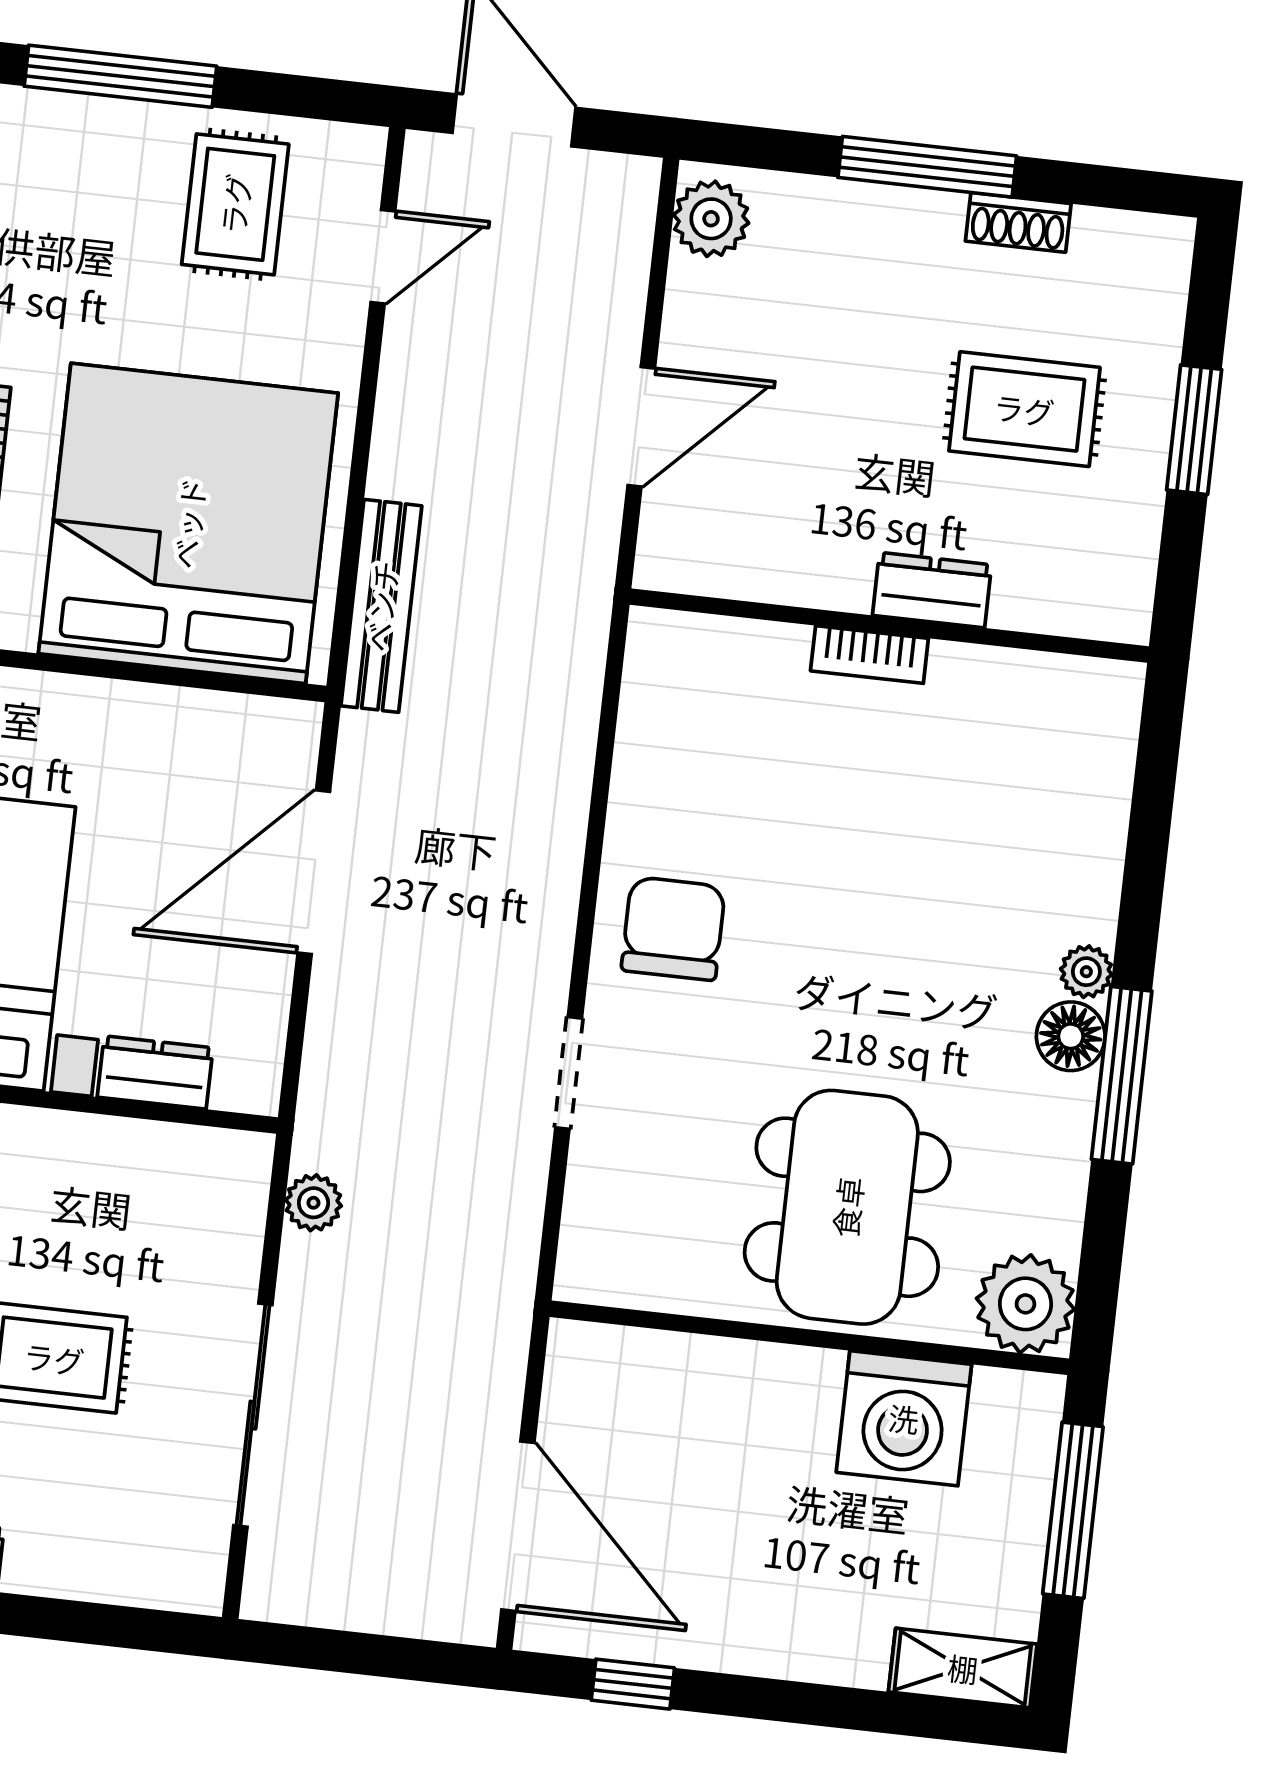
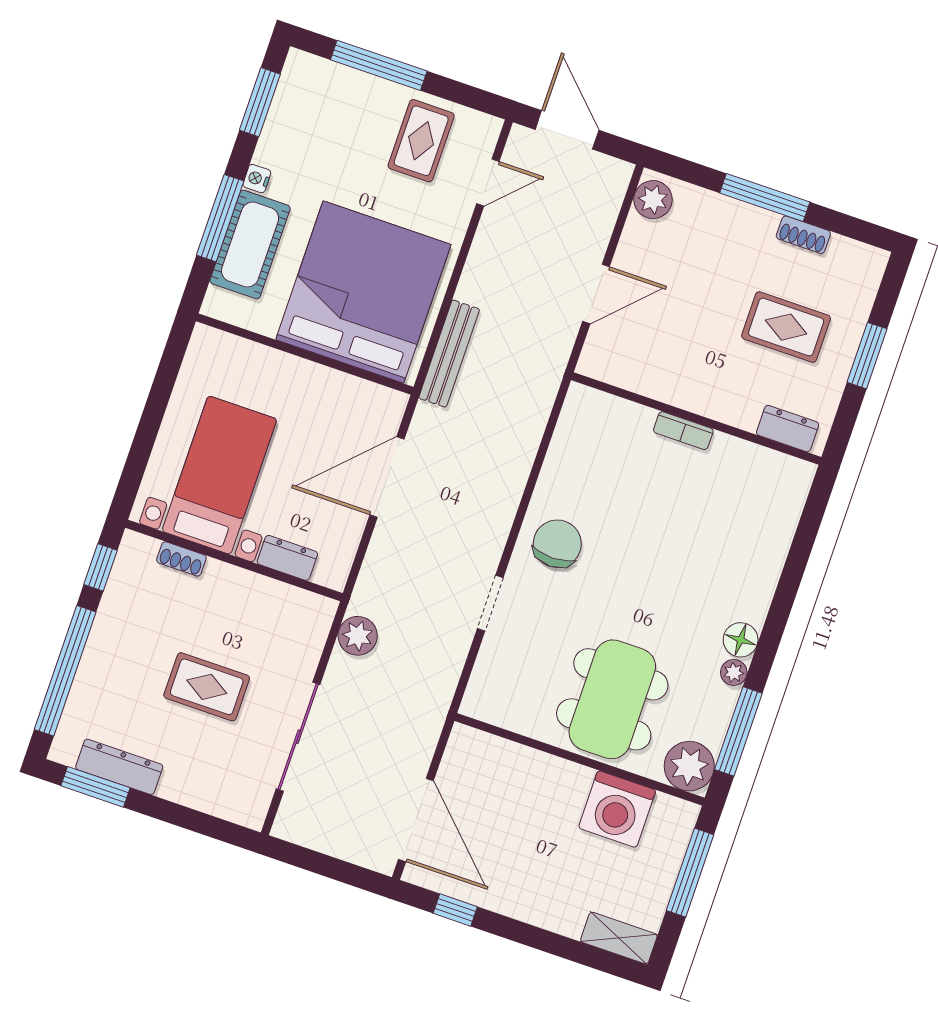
dresser: (932, 590) -> (788, 429), moved
plant: (1086, 972) -> (734, 672), moved
window: (1122, 1075) -> (738, 731), moved
plant: (313, 1203) -> (358, 636), width x1.38, depth x1.38

